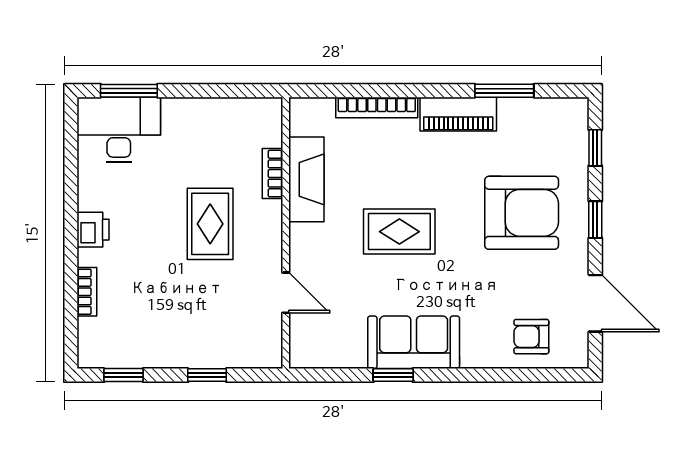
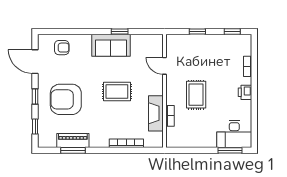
piano: (458, 114) -> (73, 141), moved

